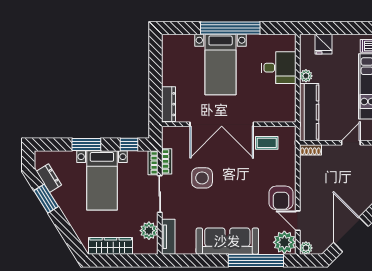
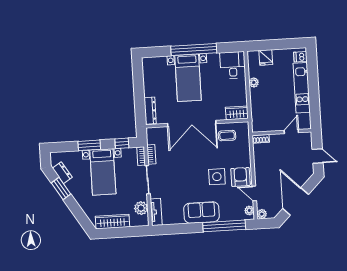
desk: (279, 68) -> (233, 65), moved, turned -90
kitchen counter: (309, 112) -> (258, 110), removed
wardrobe: (281, 114) -> (237, 113), added
side table: (202, 178) -> (217, 177), moved
armchair: (281, 198) -> (240, 177), turned 180
sofa: (227, 241) -> (202, 212), width x0.73
plant: (284, 242) -> (249, 210), width x0.53, depth x0.53

